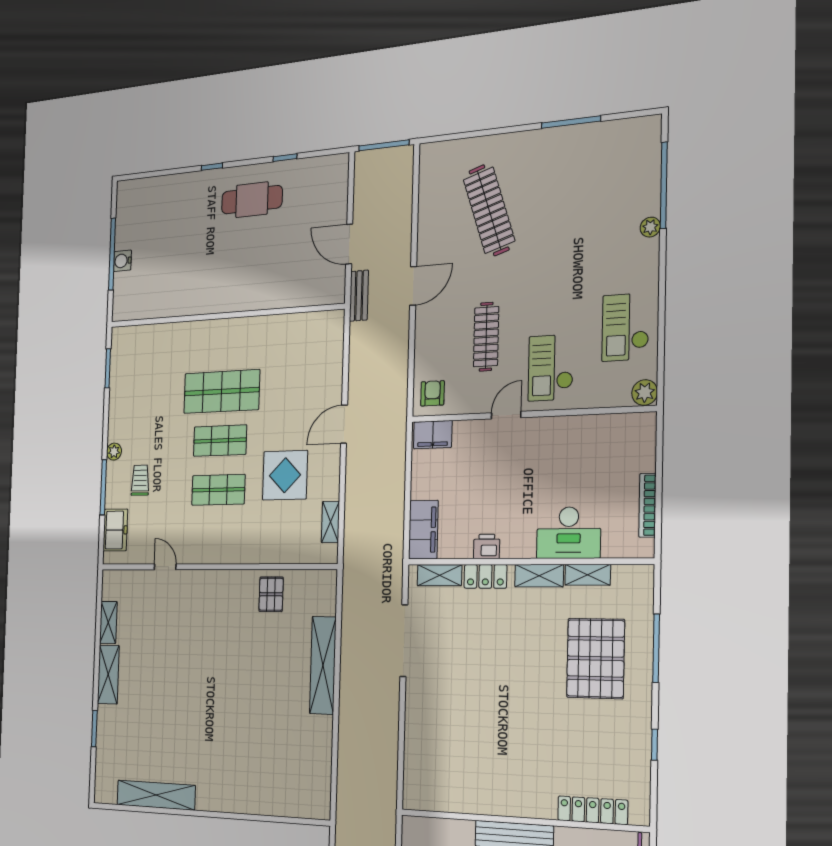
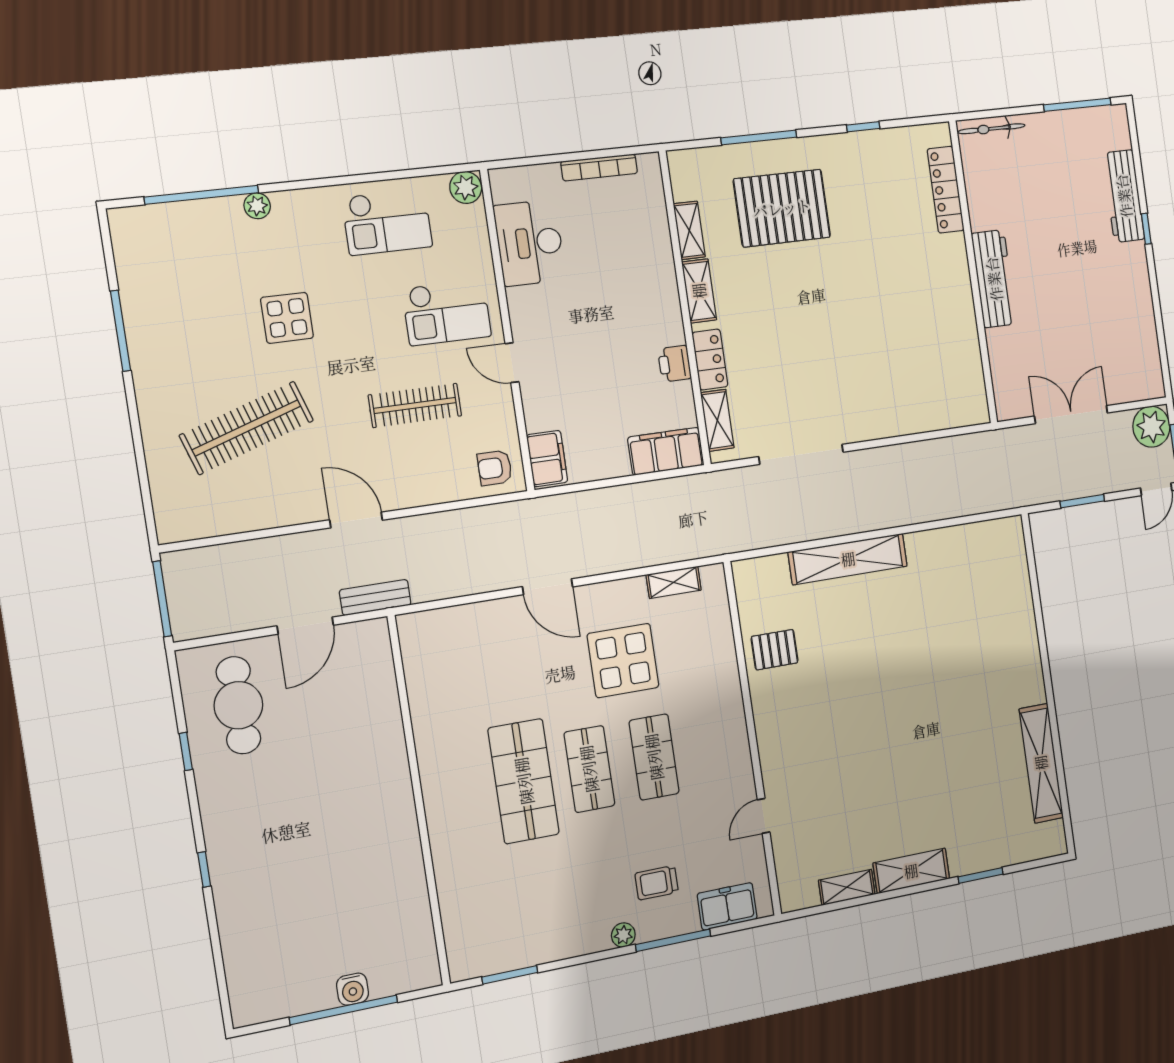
cafe table: (252, 200) -> (238, 705), moved
display table: (563, 245) -> (287, 318), added
desk: (569, 533) -> (530, 243), moved, turned 180

